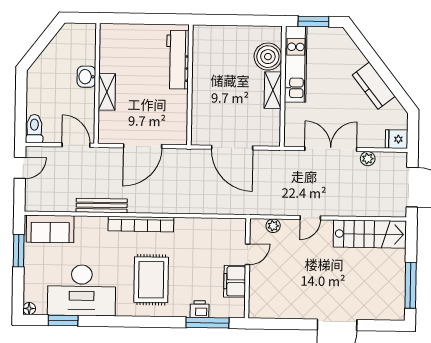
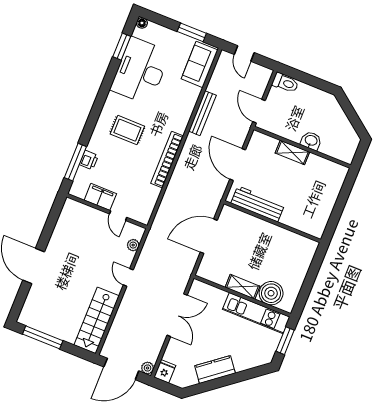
workbench: (178, 60) -> (258, 204), moved
door: (76, 145) -> (259, 111), swing flipped
plant: (368, 159) -> (148, 368), moved
door: (20, 168) -> (244, 54), moved
bookcase: (141, 224) -> (167, 160), moved
rug: (151, 280) -> (127, 130), width x0.73, depth x0.70

